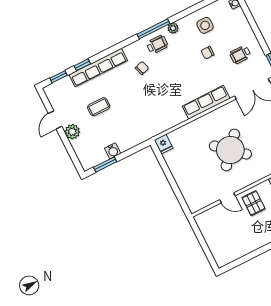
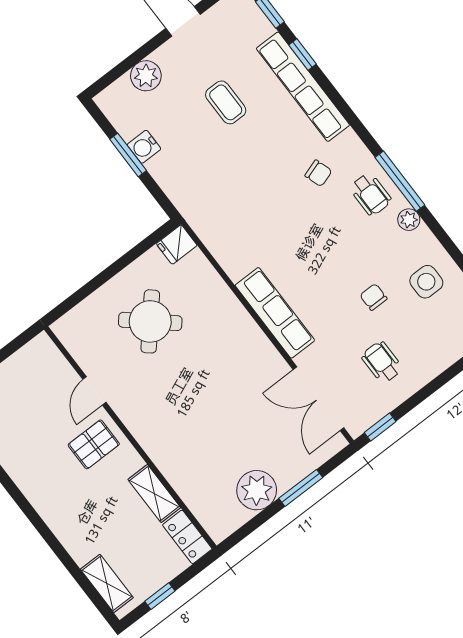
plant: (72, 132) -> (146, 76), moved
round table: (230, 150) -> (150, 321), moved, width x0.73, depth x0.73
window: (105, 164) -> (128, 155), moved

